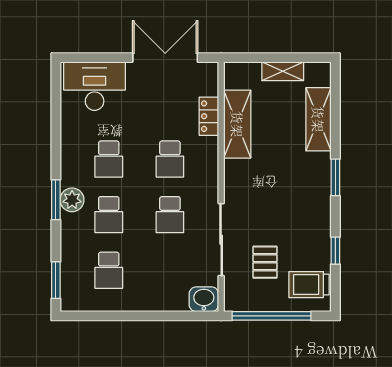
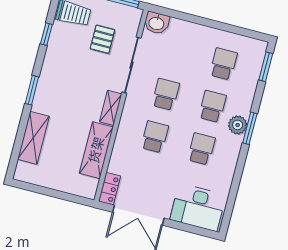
shelving: (283, 71) -> (111, 108), moved, turned 90
locker: (209, 116) -> (110, 189), moved

